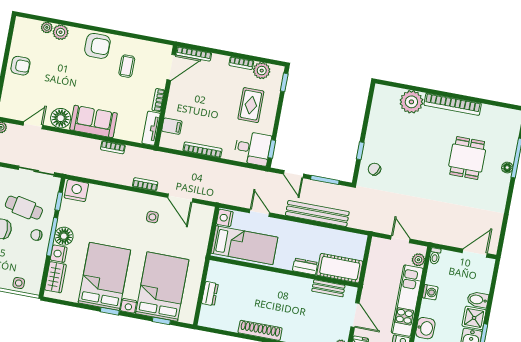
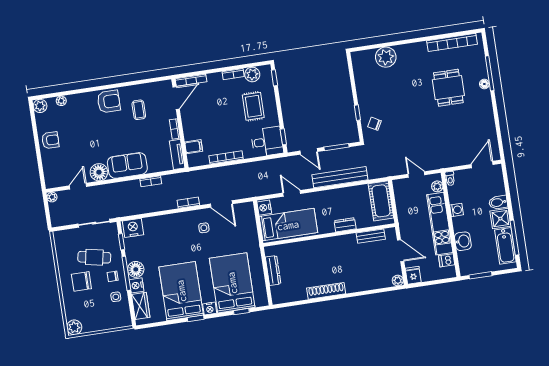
plant: (61, 32) -> (40, 106), moved
bookcase: (453, 104) -> (452, 42), moved
cot: (340, 268) -> (381, 201), moved, turned 90
side table: (19, 283) -> (116, 297), moved
dresser: (210, 294) -> (273, 270), width x1.44

